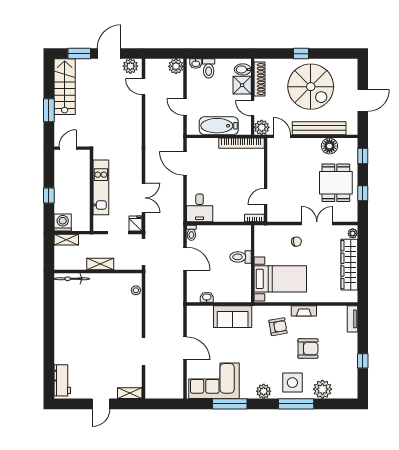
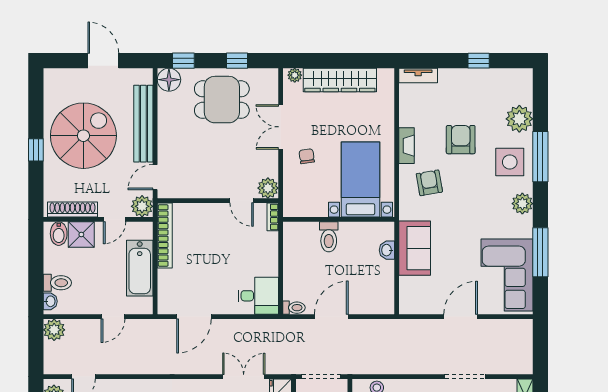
floor lamp: (329, 146) -> (169, 80), moved
plant: (274, 215) -> (268, 188), added
washbasin: (207, 297) -> (387, 250), moved

